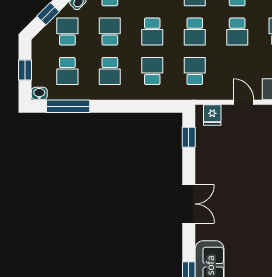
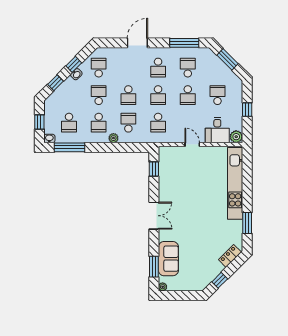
school desk: (67, 32) -> (69, 95), removed
school desk: (195, 71) -> (158, 123), turned 180
plant: (131, 93) -> (113, 138), added
fridge: (212, 115) -> (170, 153), removed

